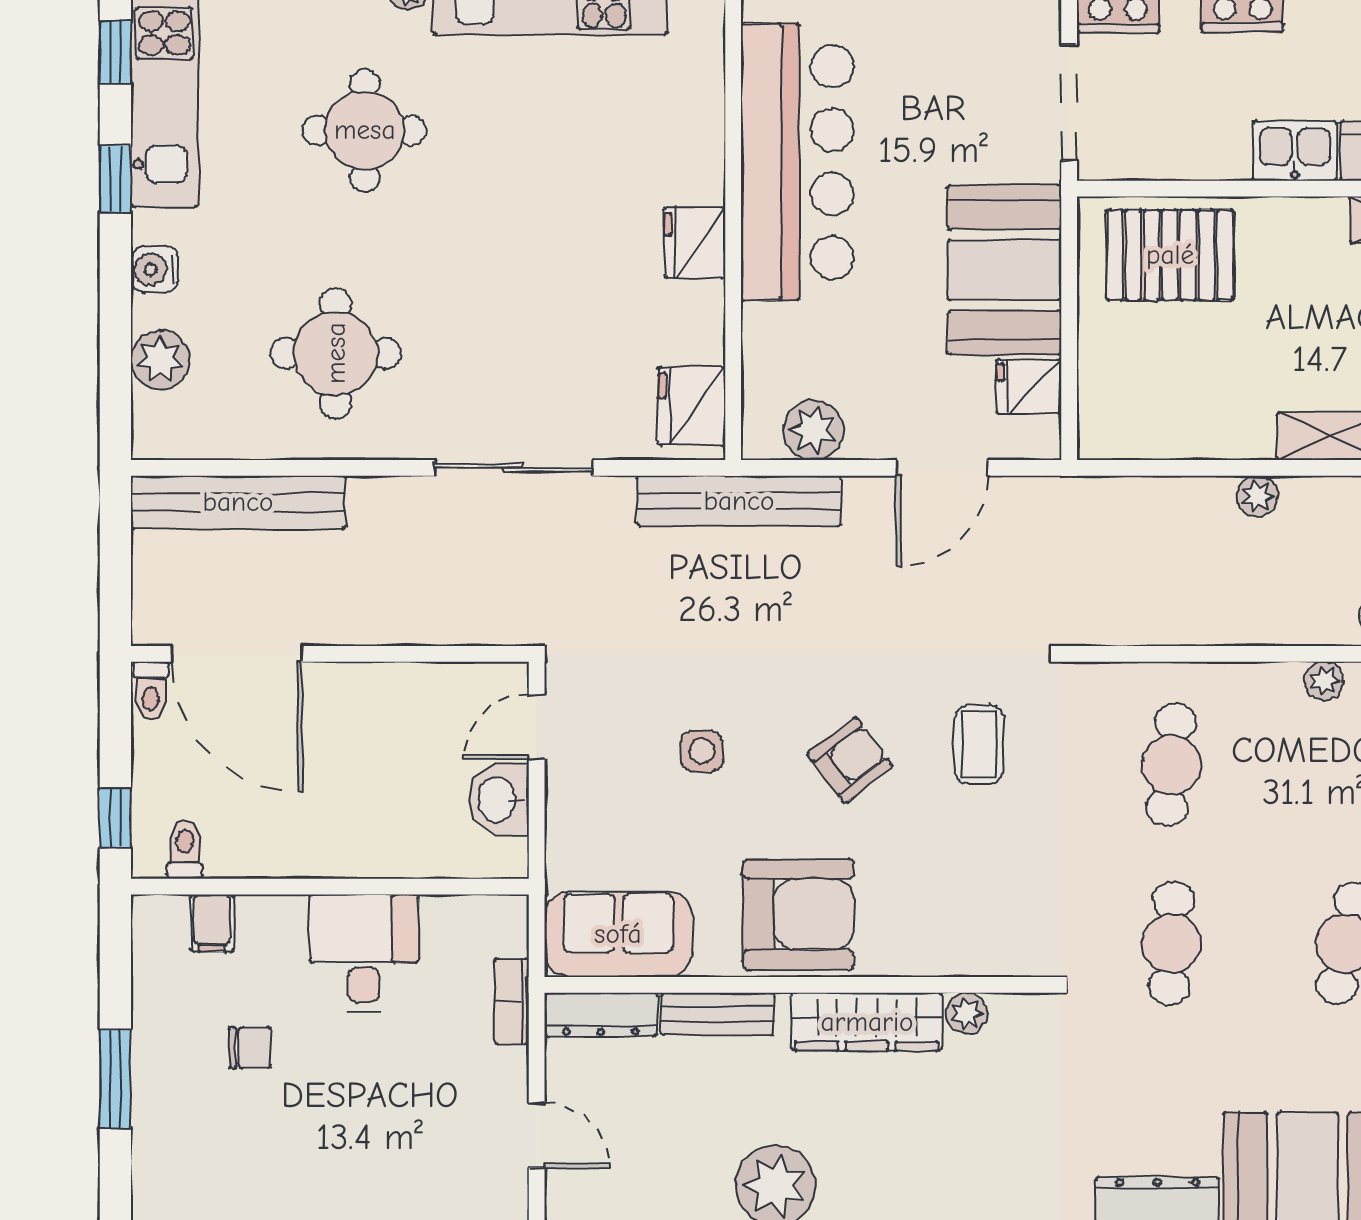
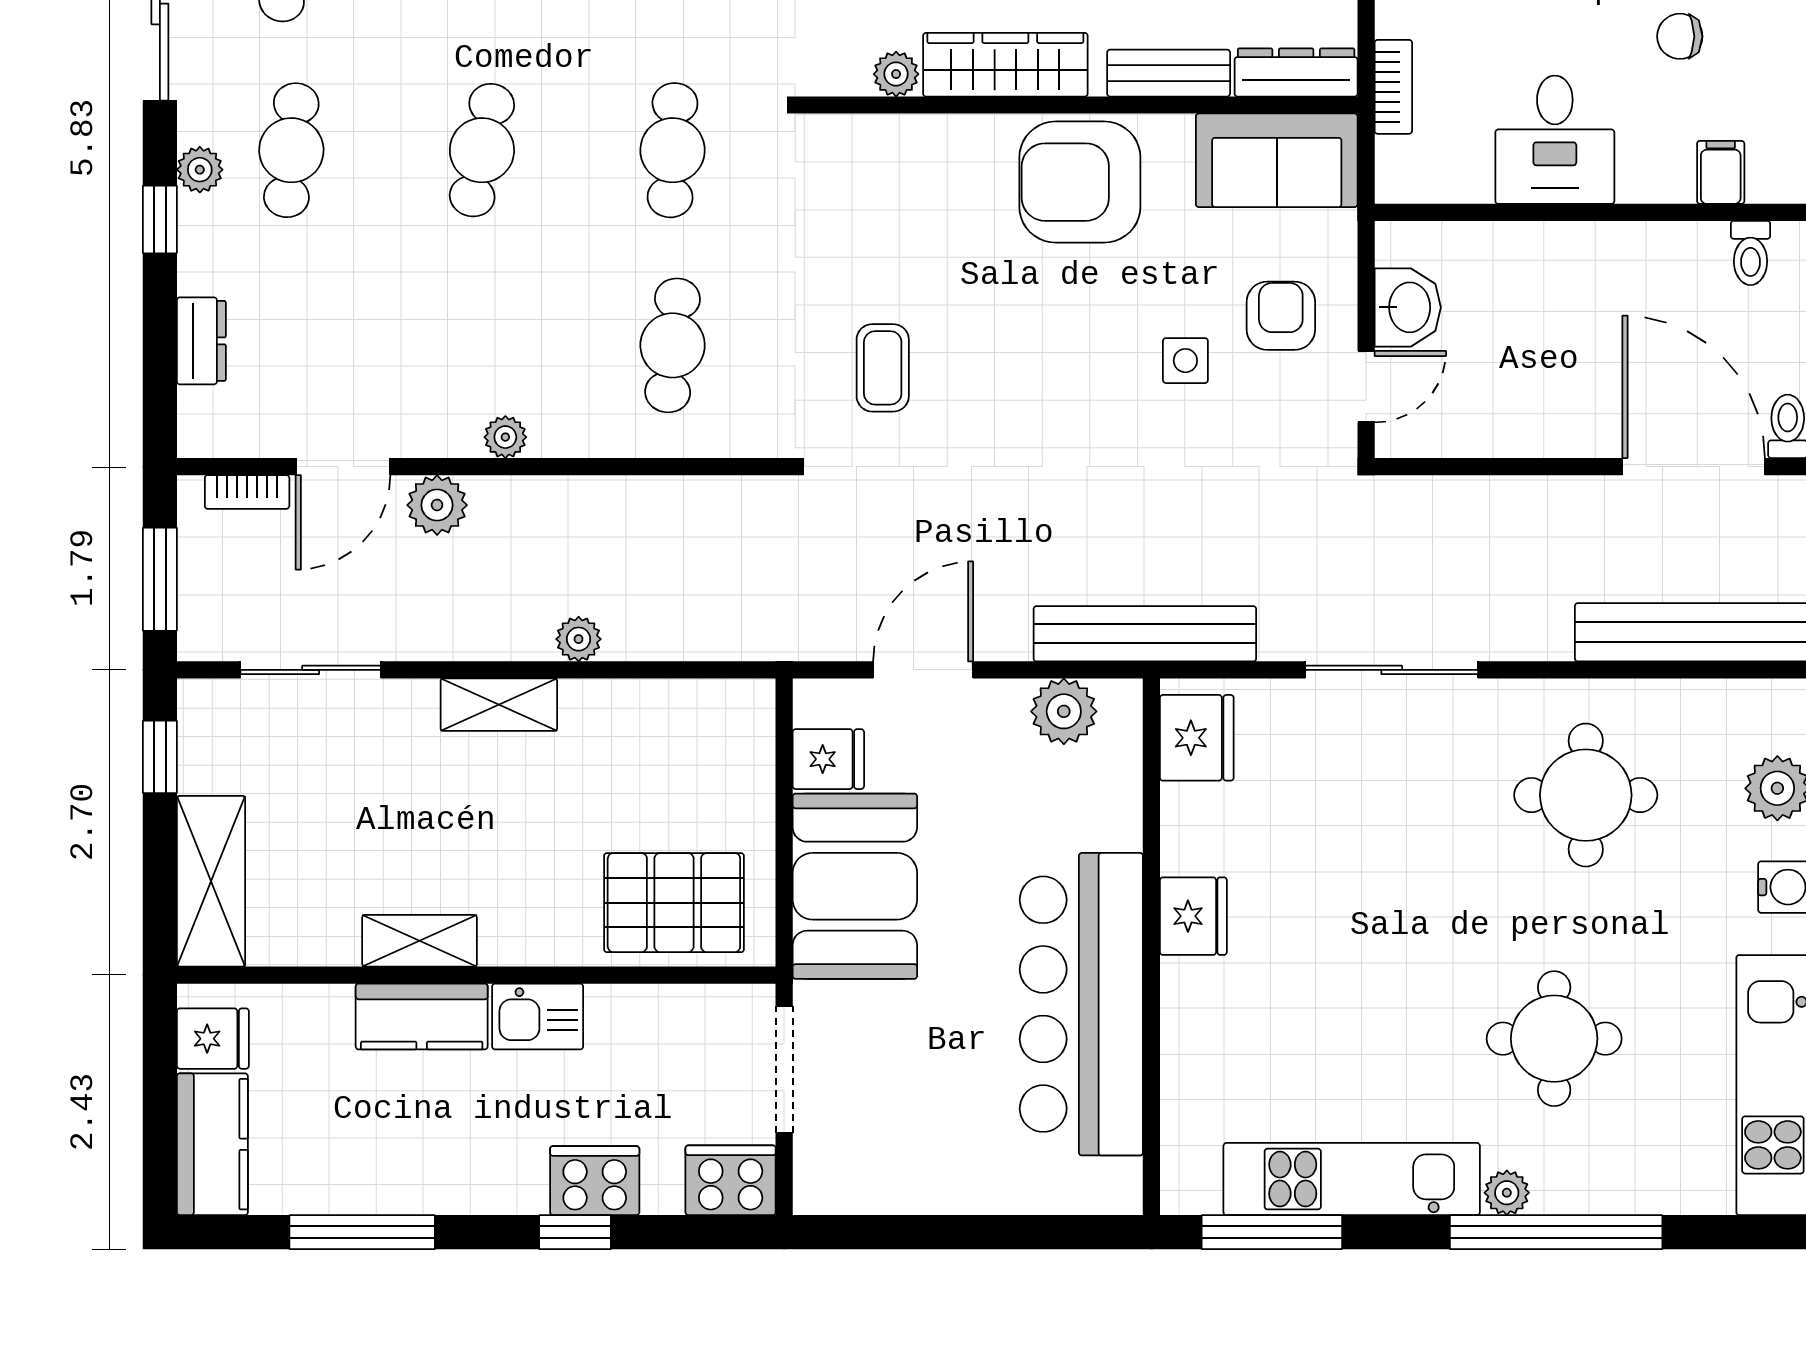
armchair: (850, 760) -> (1281, 316), moved, turned 127

